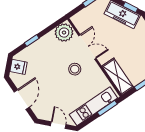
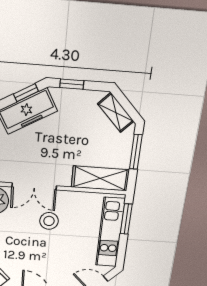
double door: (87, 47) -> (34, 186), swing flipped

